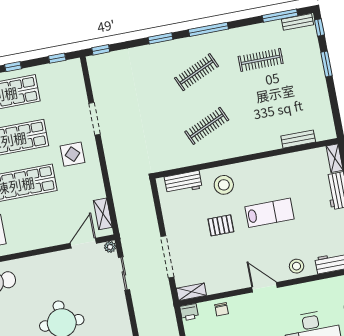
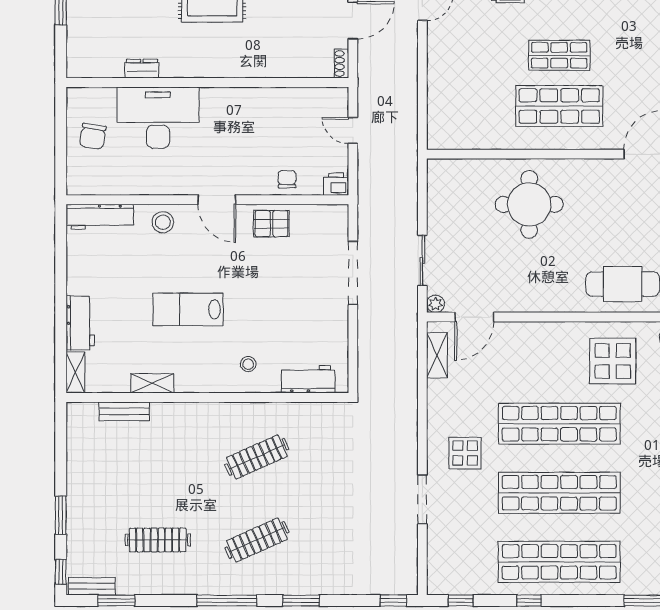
window: (280, 16) -> (116, 601), width x0.69
stool: (224, 185) -> (248, 364), width x0.53, depth x0.53
pallet: (221, 225) -> (271, 224), moved
shelving: (191, 292) -> (152, 383), moved

